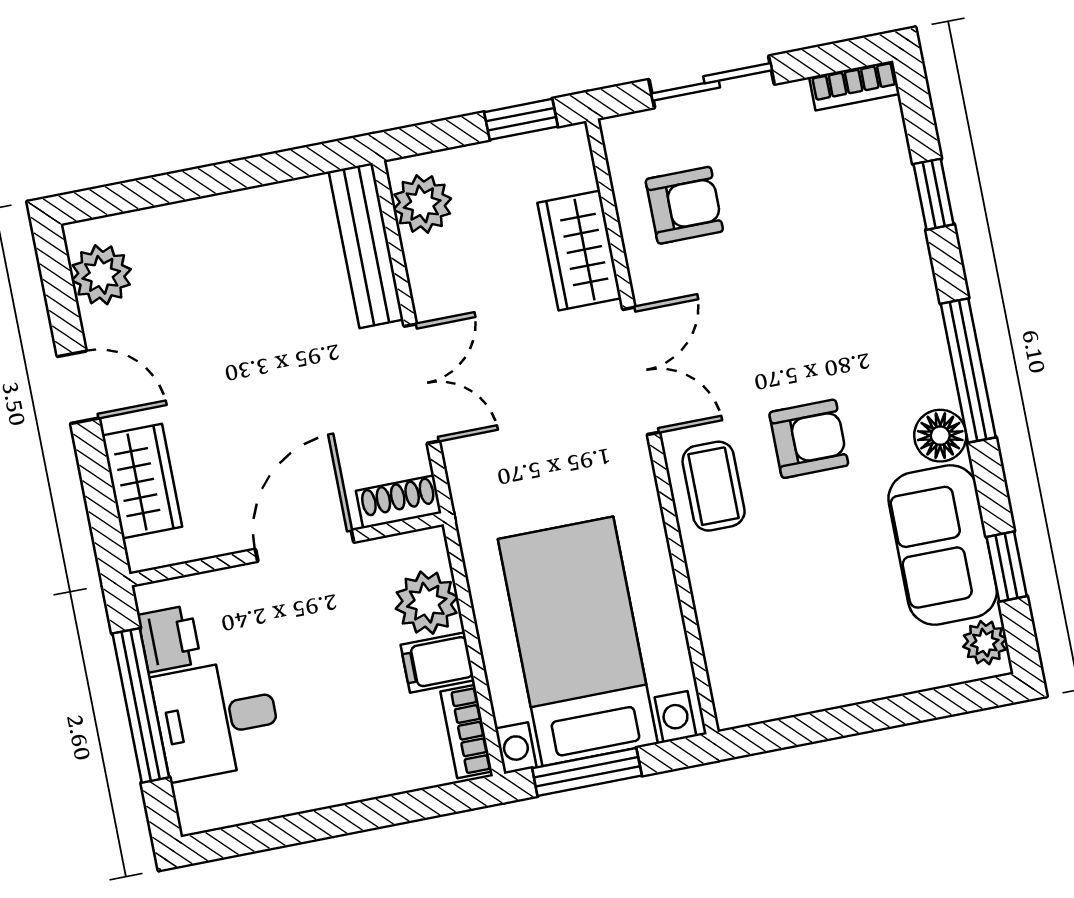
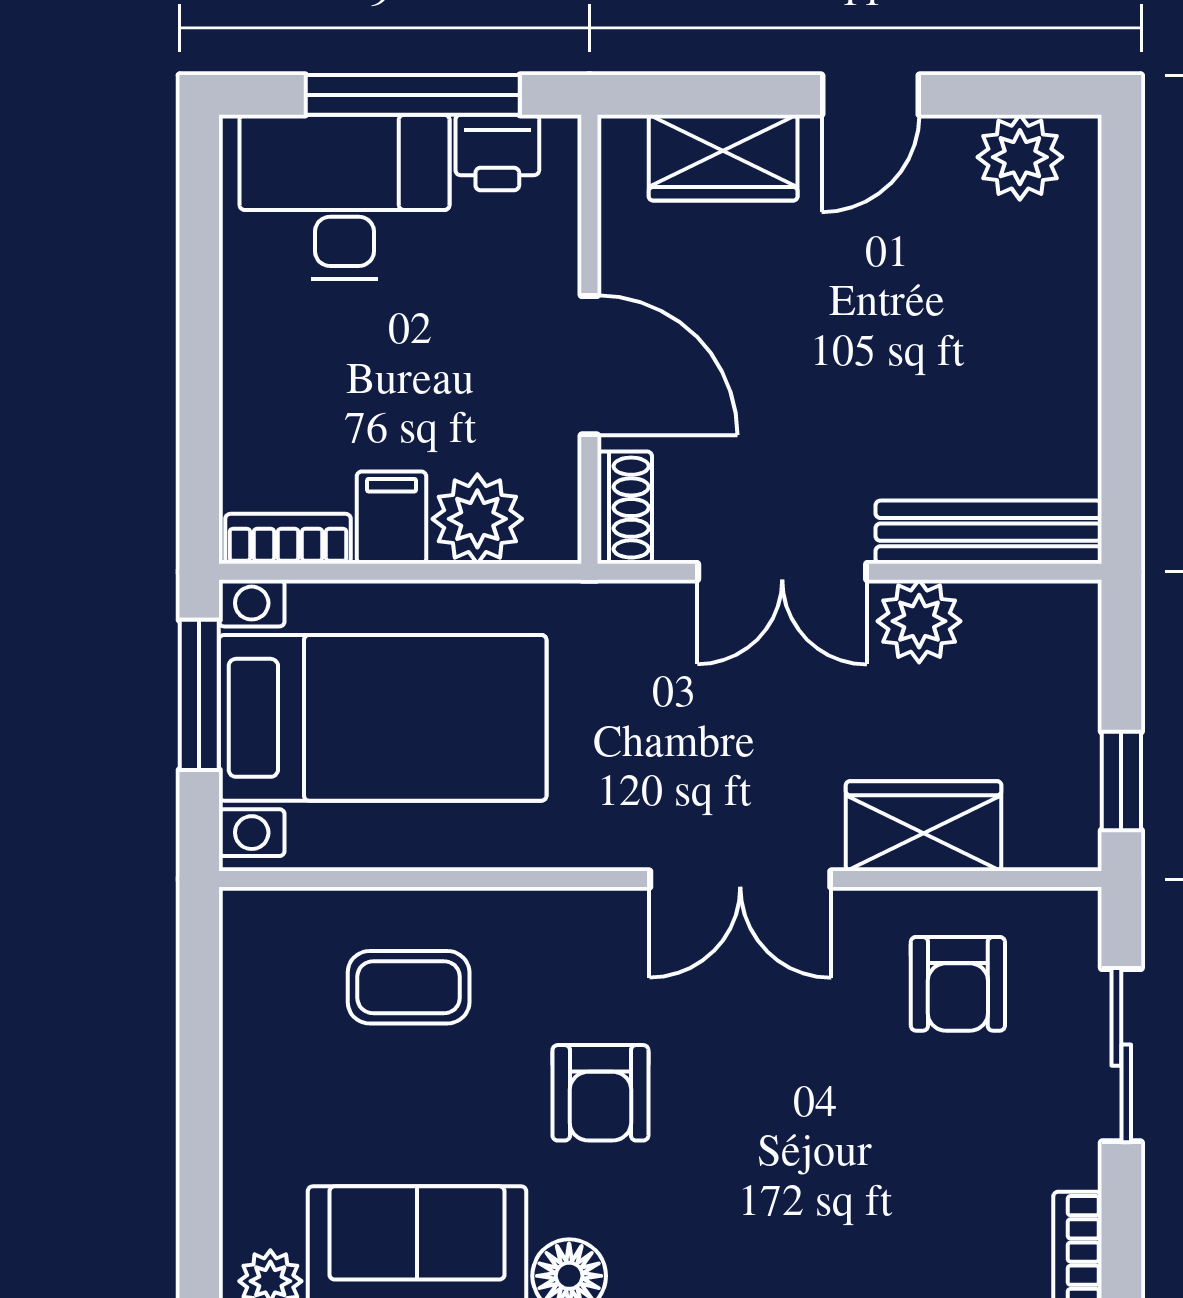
plant: (422, 204) -> (919, 621), moved
coffee table: (714, 486) -> (409, 987), moved
desk: (217, 719) -> (344, 197), width x1.37

